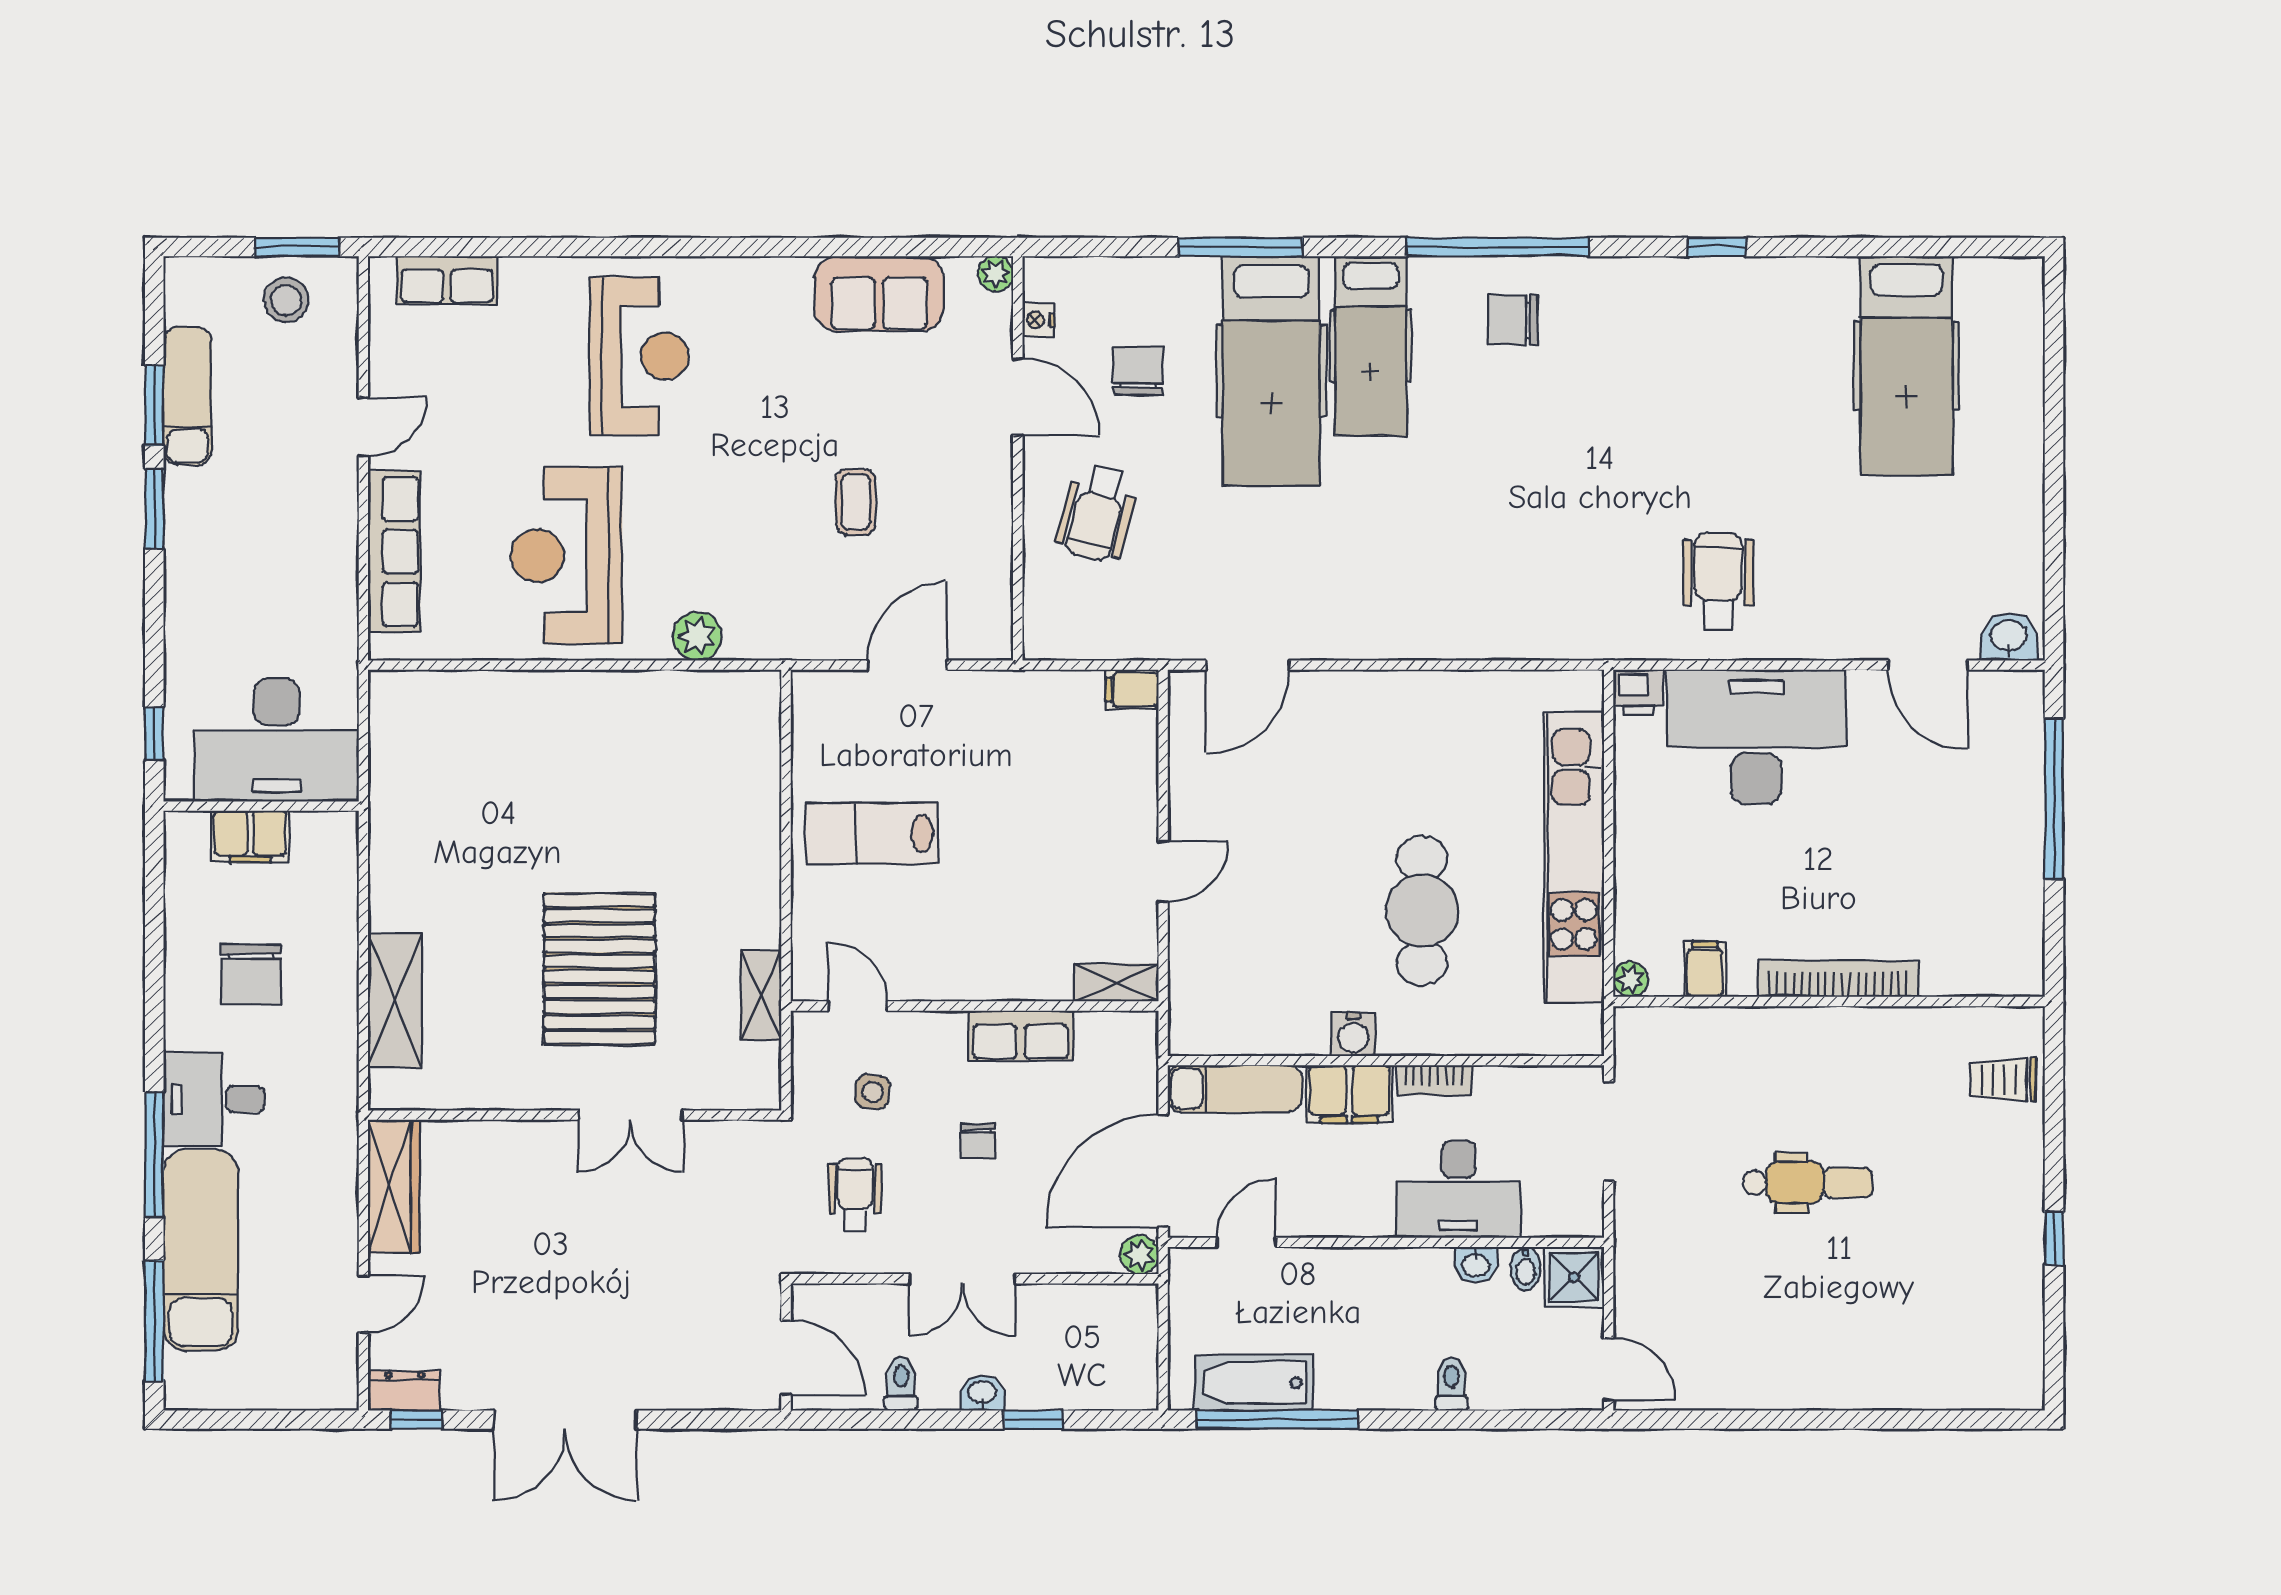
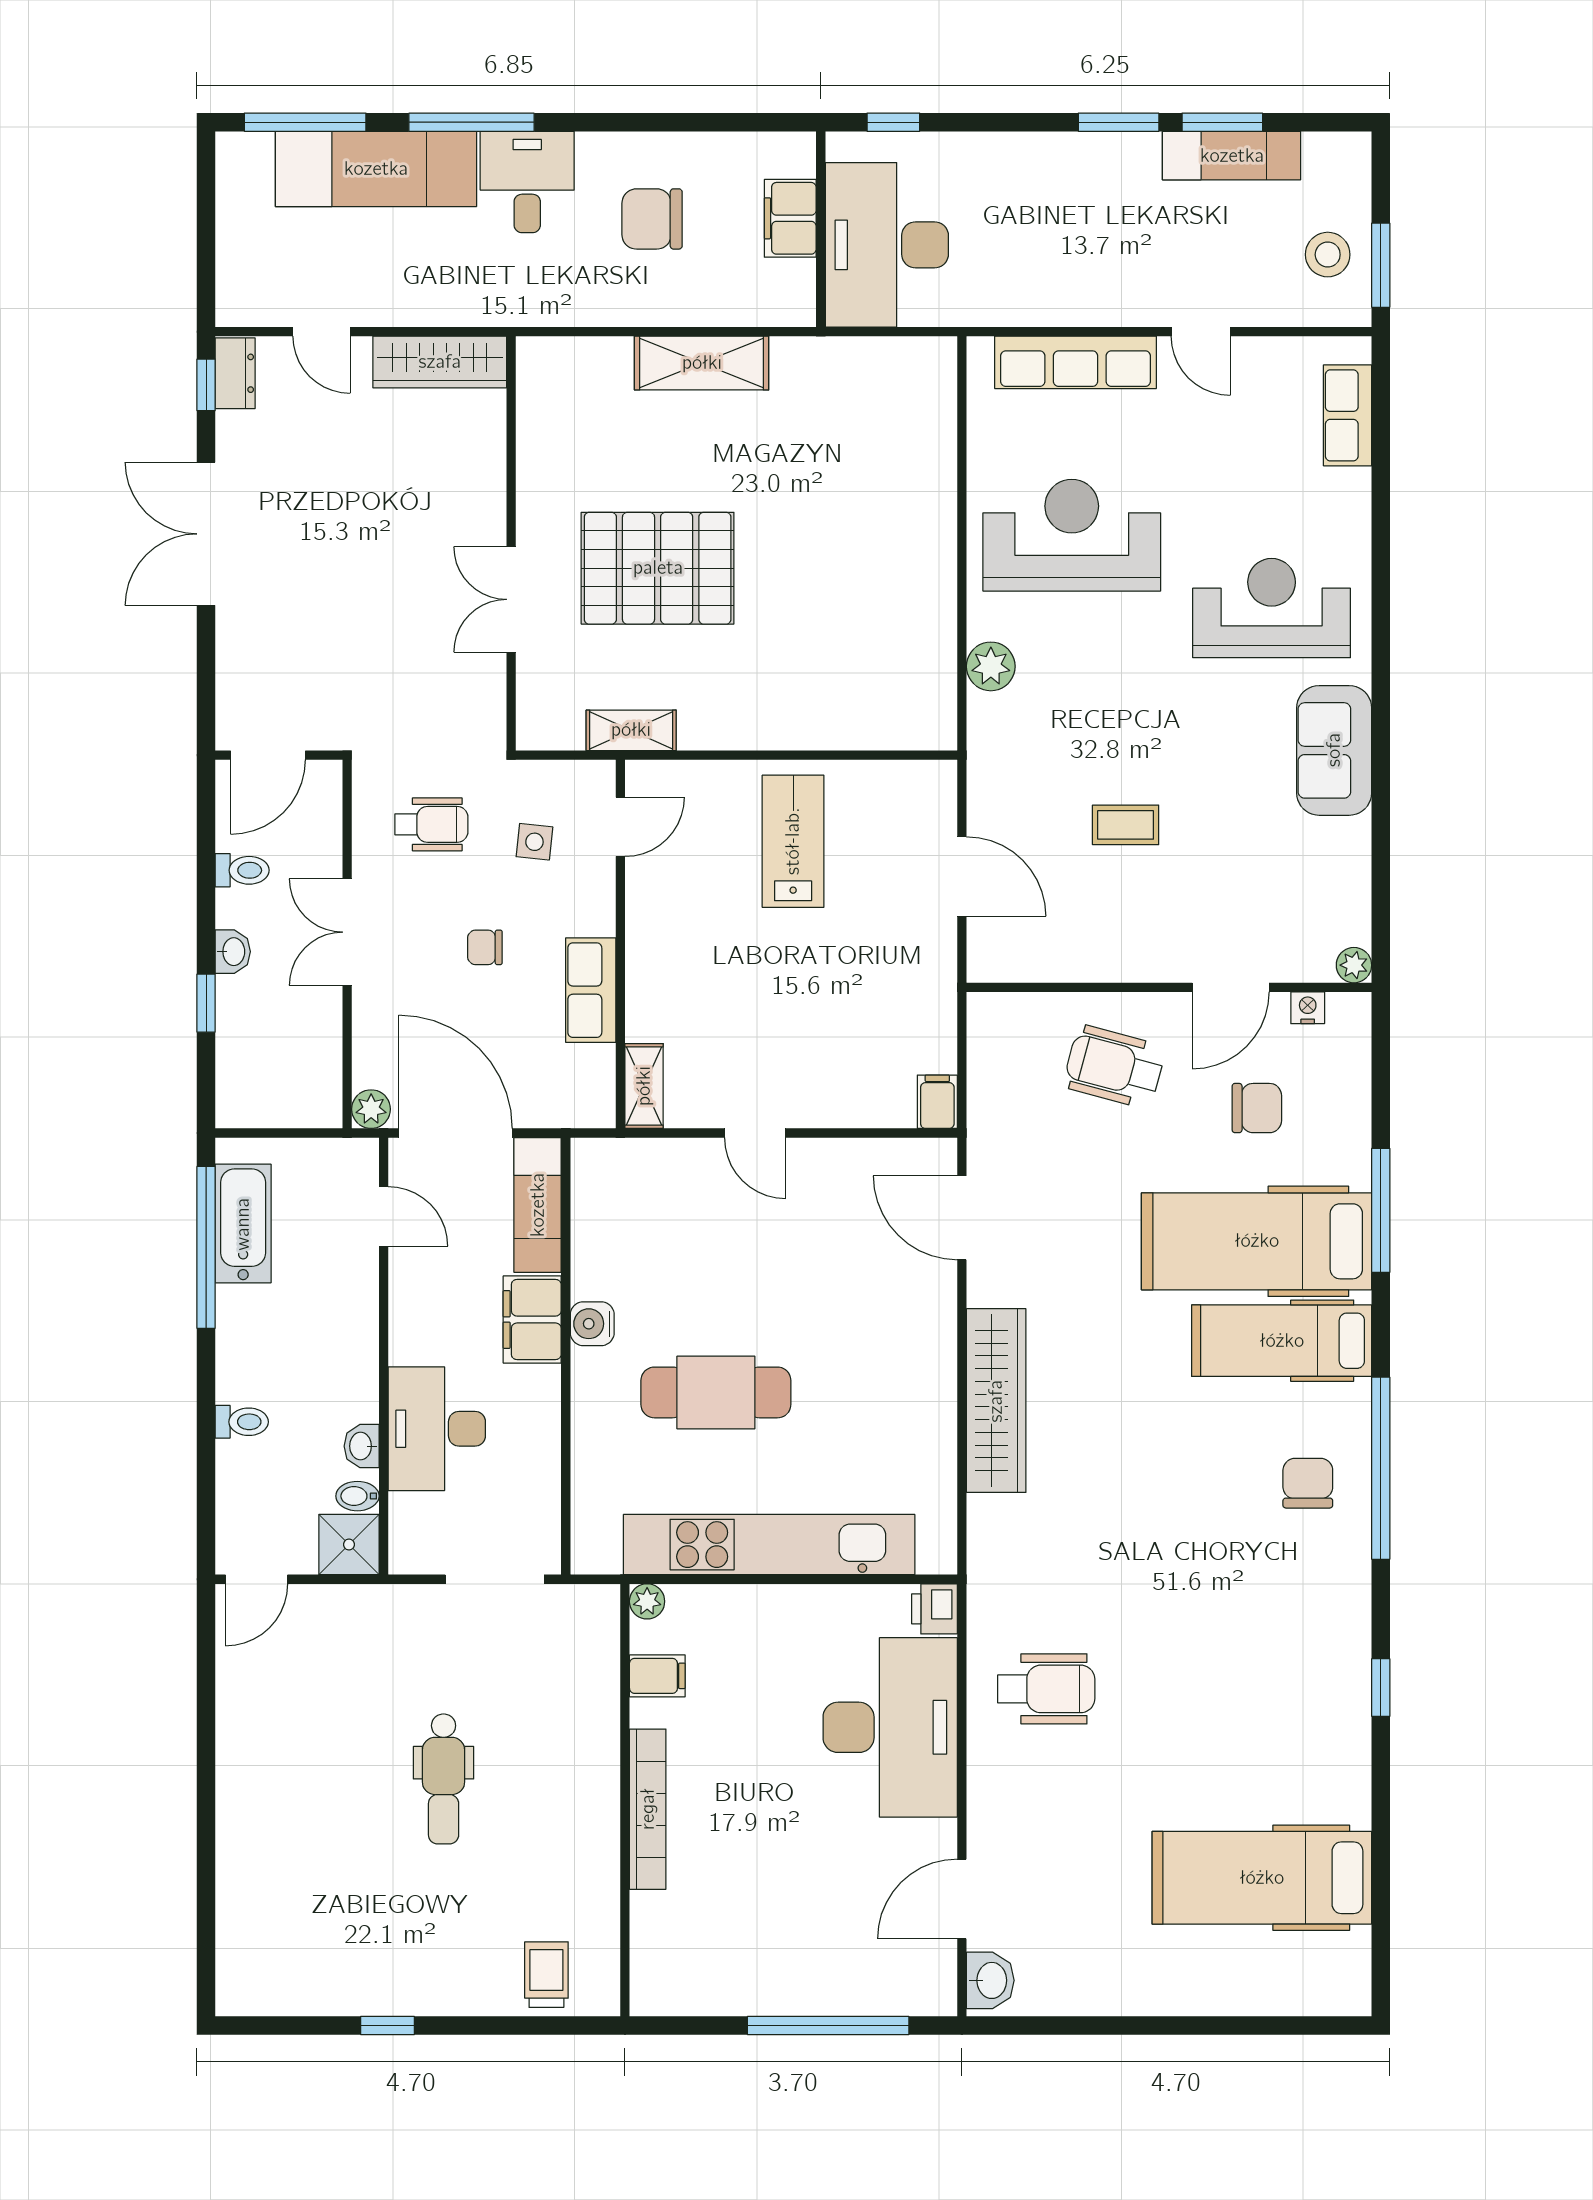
sofa: (879, 294) -> (1334, 750), moved
reception desk: (639, 356) -> (1272, 608), turned 180
wardrobe: (1430, 631) -> (996, 1401), added
shelving: (395, 1000) -> (702, 363), moved
bookcase: (1434, 1080) -> (546, 1404), removed

